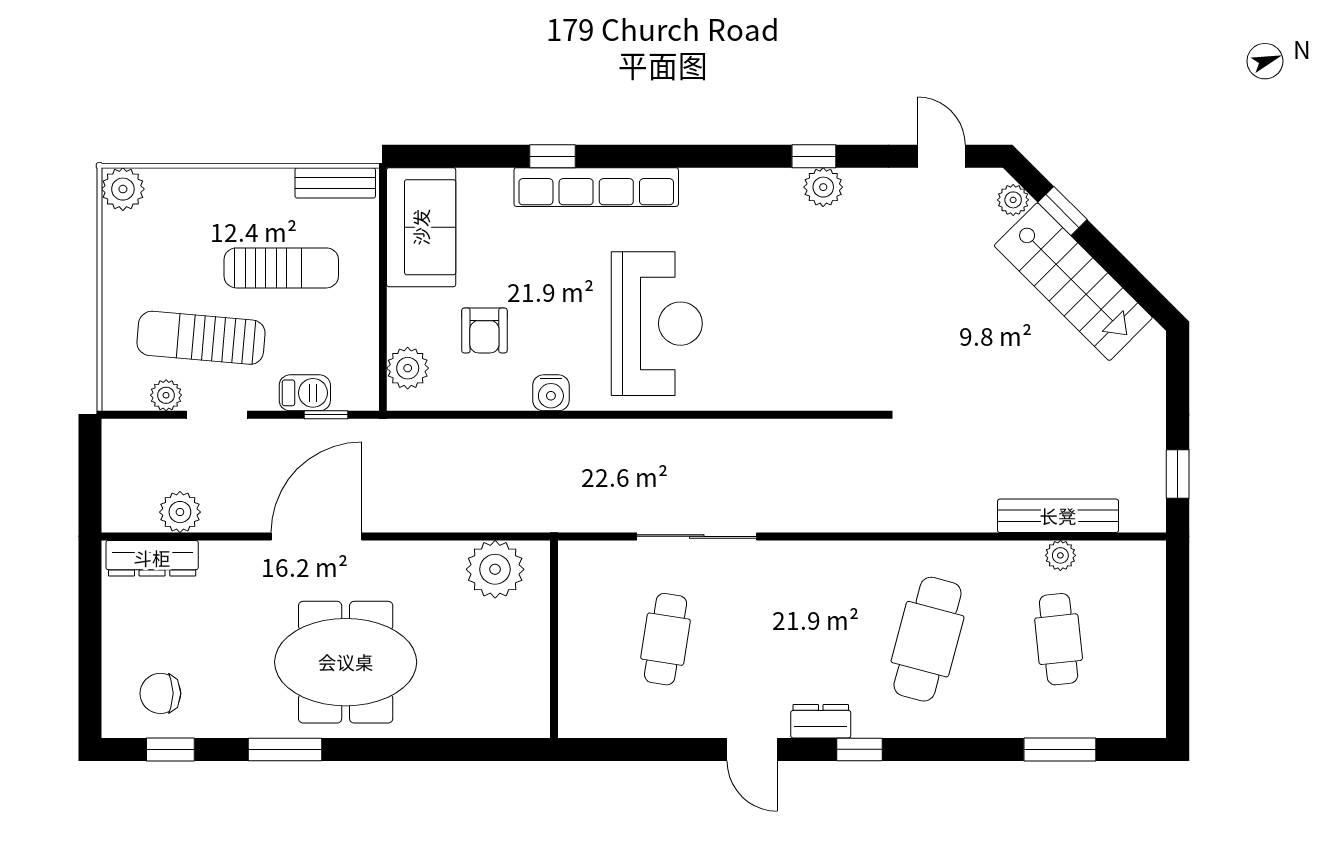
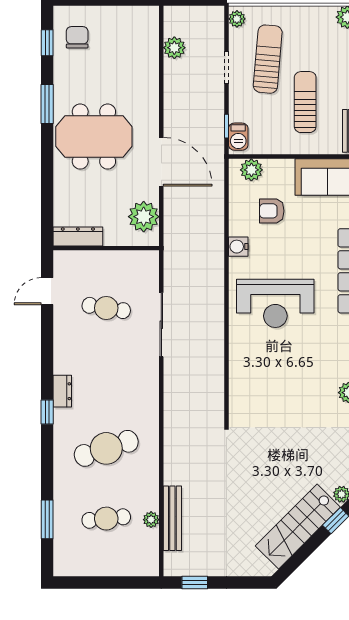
sun lounger: (281, 268) -> (305, 102), turned 180
barbecue: (305, 393) -> (238, 137), moved
plant: (166, 395) -> (237, 19), moved
door: (317, 536) -> (161, 162), moved
dresser: (152, 558) -> (78, 237), moved, turned 90
cafe table: (928, 639) -> (106, 448), turned -33
meeting table: (346, 662) -> (94, 137), turned 90
door: (752, 749) -> (47, 291), moved

